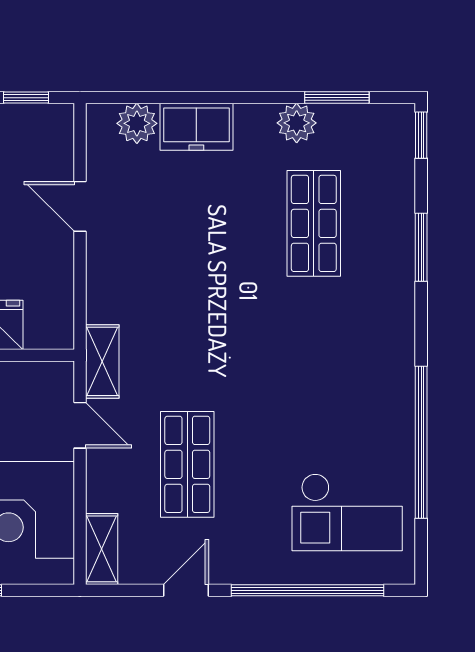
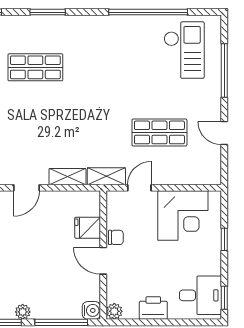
shelving: (102, 549) -> (68, 177), moved
window: (308, 590) -> (224, 71), width x0.68

